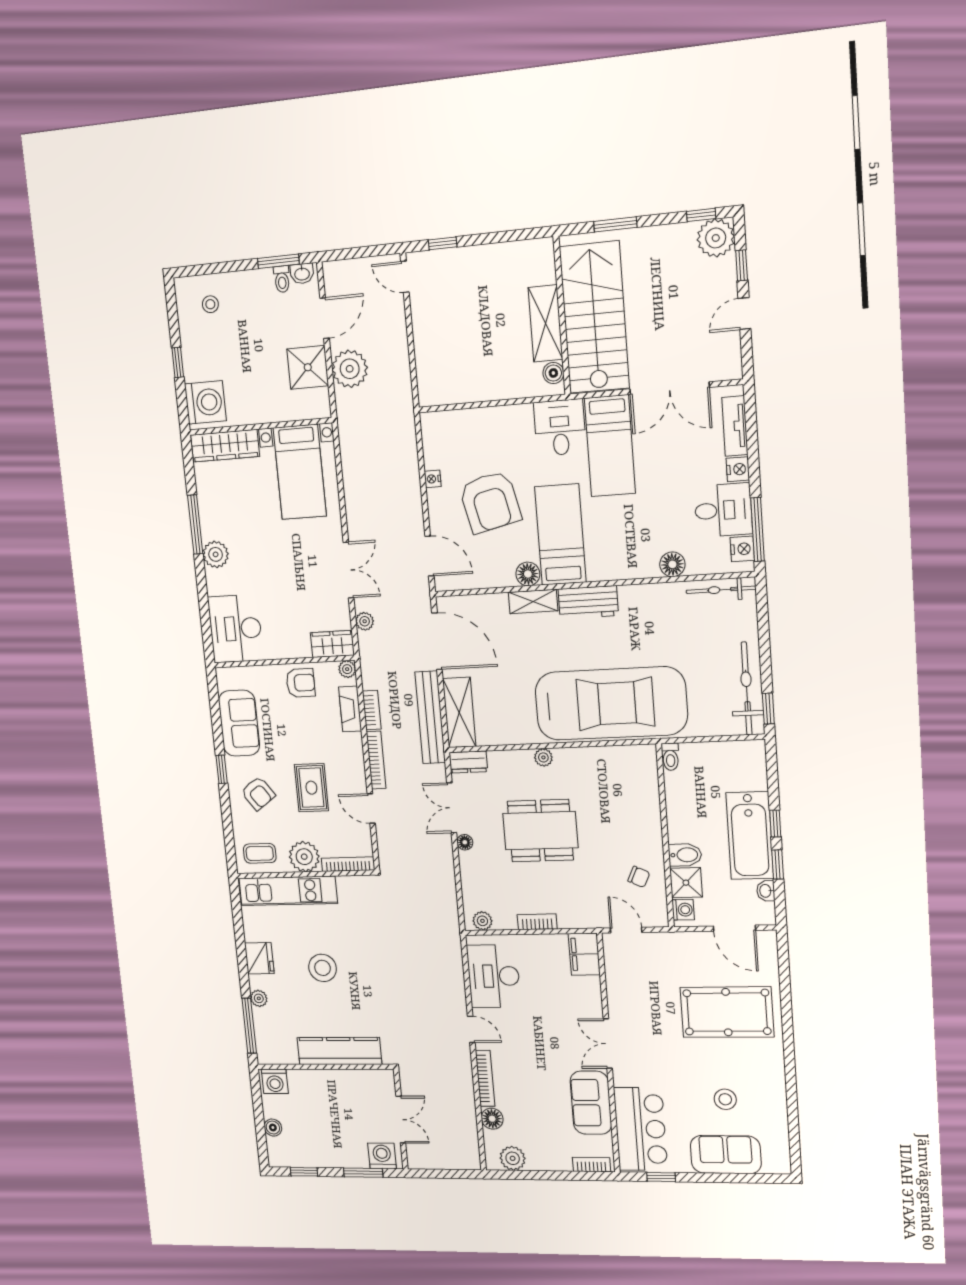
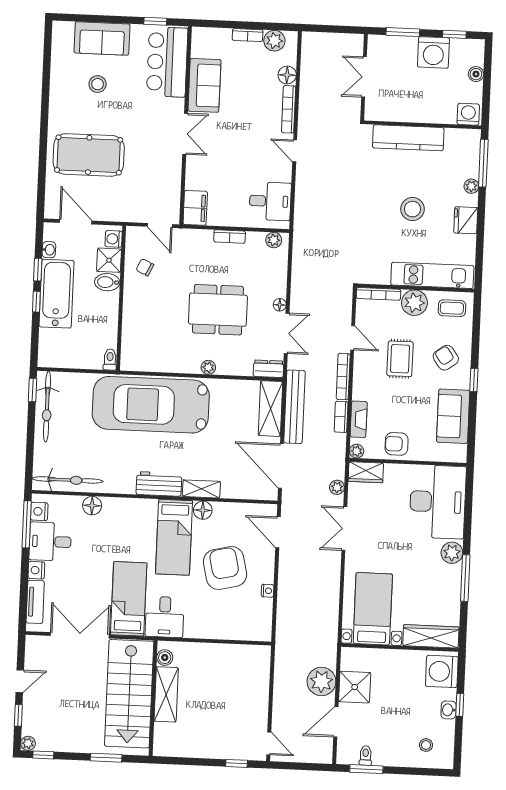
plant: (716, 238) -> (28, 743), width x0.53, depth x0.53
washbasin: (302, 274) -> (449, 710), moved, turned -90
bicycle: (721, 590) -> (68, 480), width x1.37, depth x1.40
desk: (236, 629) -> (438, 502), width x1.36, depth x1.30
desk: (494, 976) -> (270, 201), width x0.73
washing machine: (382, 1156) -> (433, 52), moved, width x1.37, depth x1.37
bookcase: (591, 1165) -> (248, 35), moved

